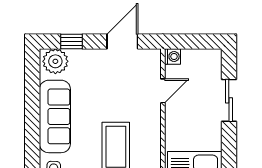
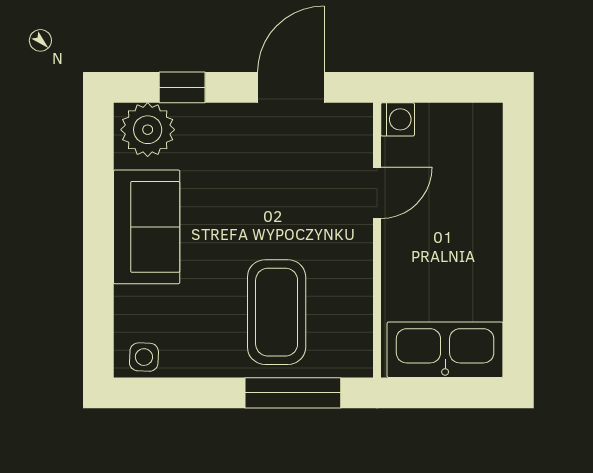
sliding door: (229, 100) -> (518, 213), removed
sofa: (55, 116) -> (147, 227), width x0.73

